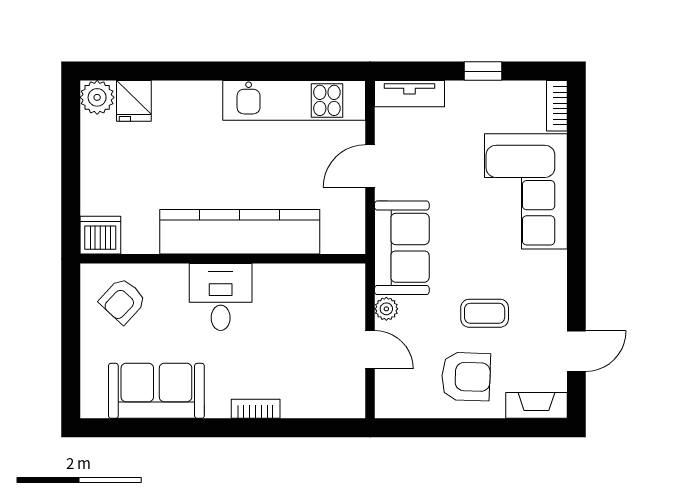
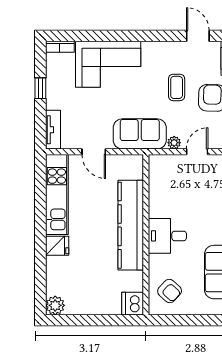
fridge: (134, 101) -> (57, 246), moved

